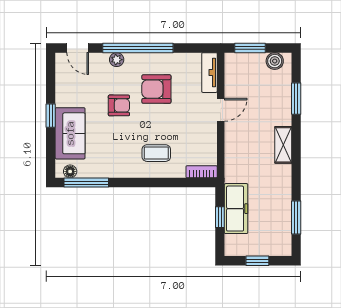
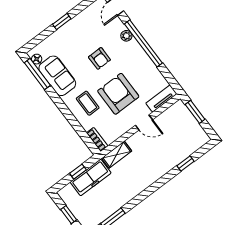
boiler: (275, 61) -> (199, 133), removed
armchair: (156, 89) -> (118, 94), moved, width x1.36, depth x1.36
window: (296, 99) -> (185, 163), width x0.67
sofa: (70, 133) -> (57, 76), moved, turned -90
shelving: (283, 145) -> (117, 155), moved

